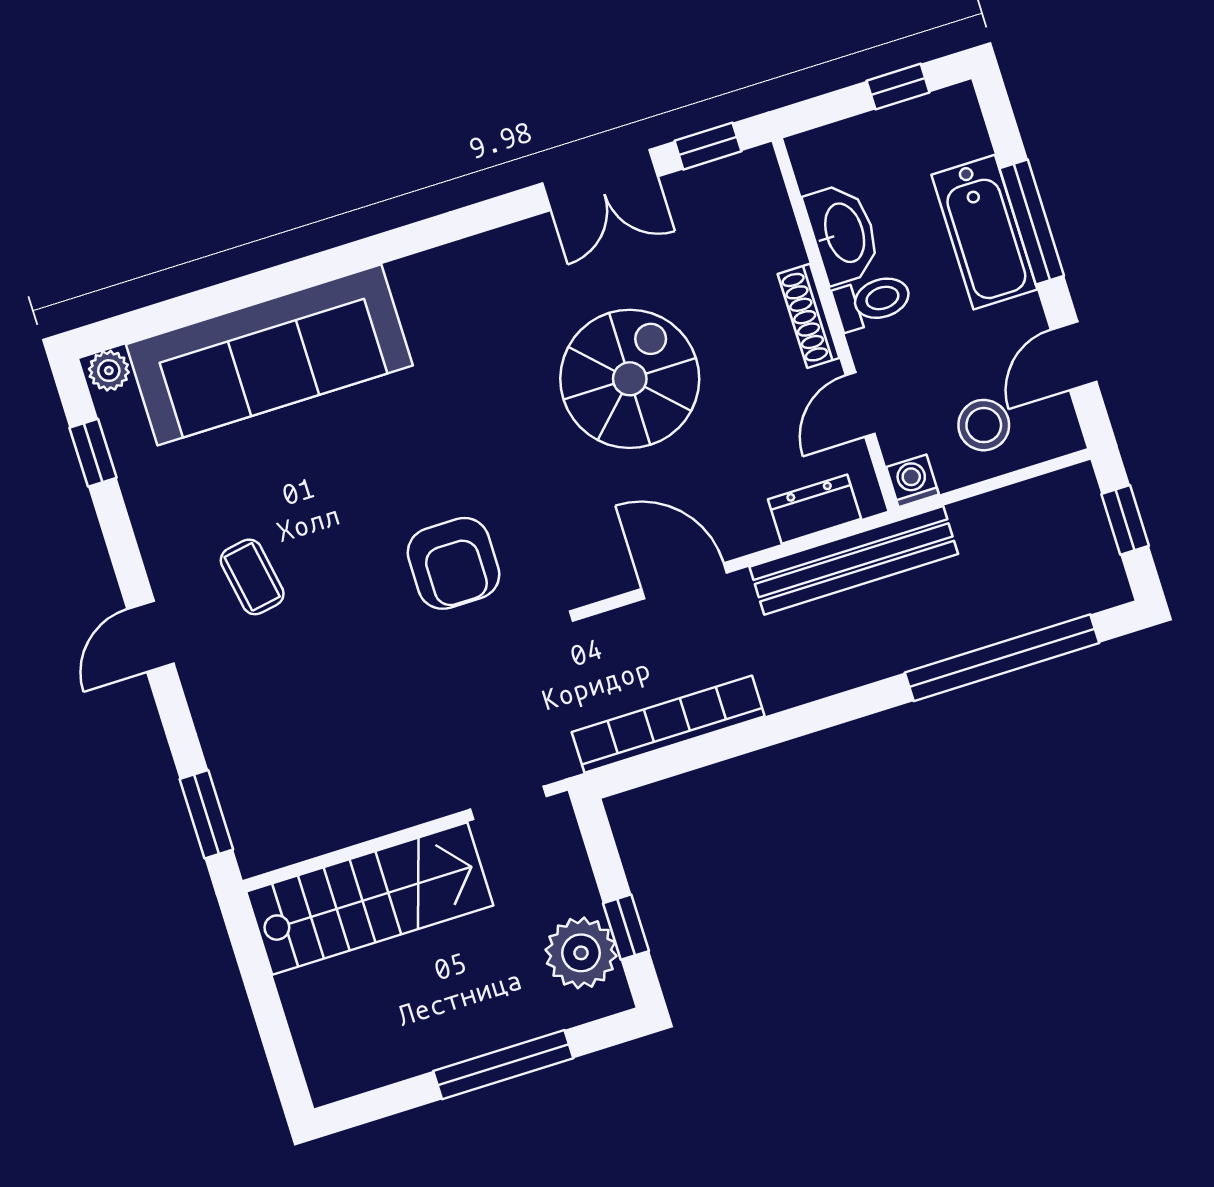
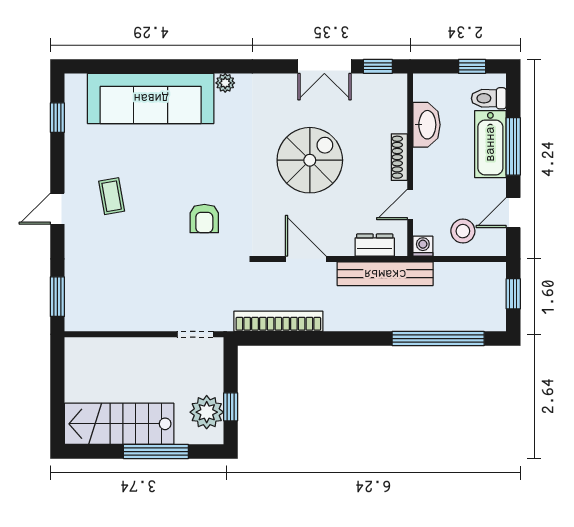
toilet: (873, 301) -> (489, 98), moved, turned 180
plant: (109, 371) -> (225, 83), moved
armchair: (454, 563) -> (204, 219), width x0.72, depth x0.72
stairs: (370, 898) -> (119, 424), moved, turned 180

